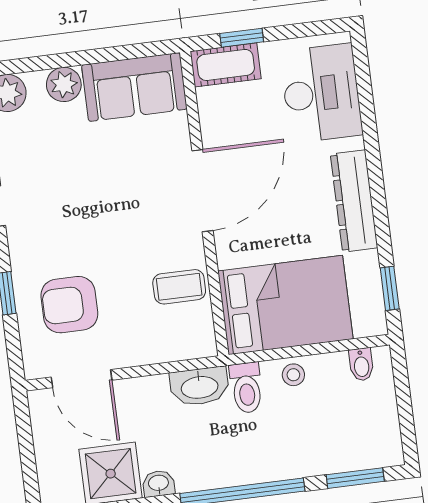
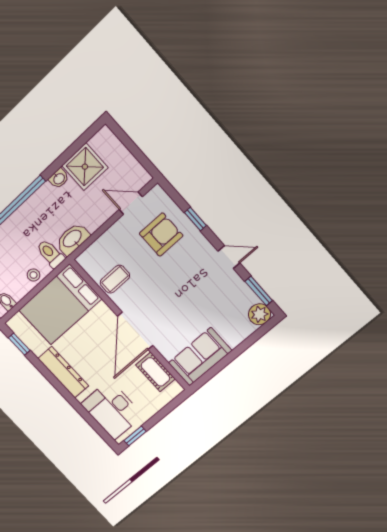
window: (242, 38) -> (135, 436), moved
cot: (226, 65) -> (155, 372), moved, turned 90
plant: (64, 84) -> (235, 336), removed
door: (82, 379) -> (131, 203), width x0.73

